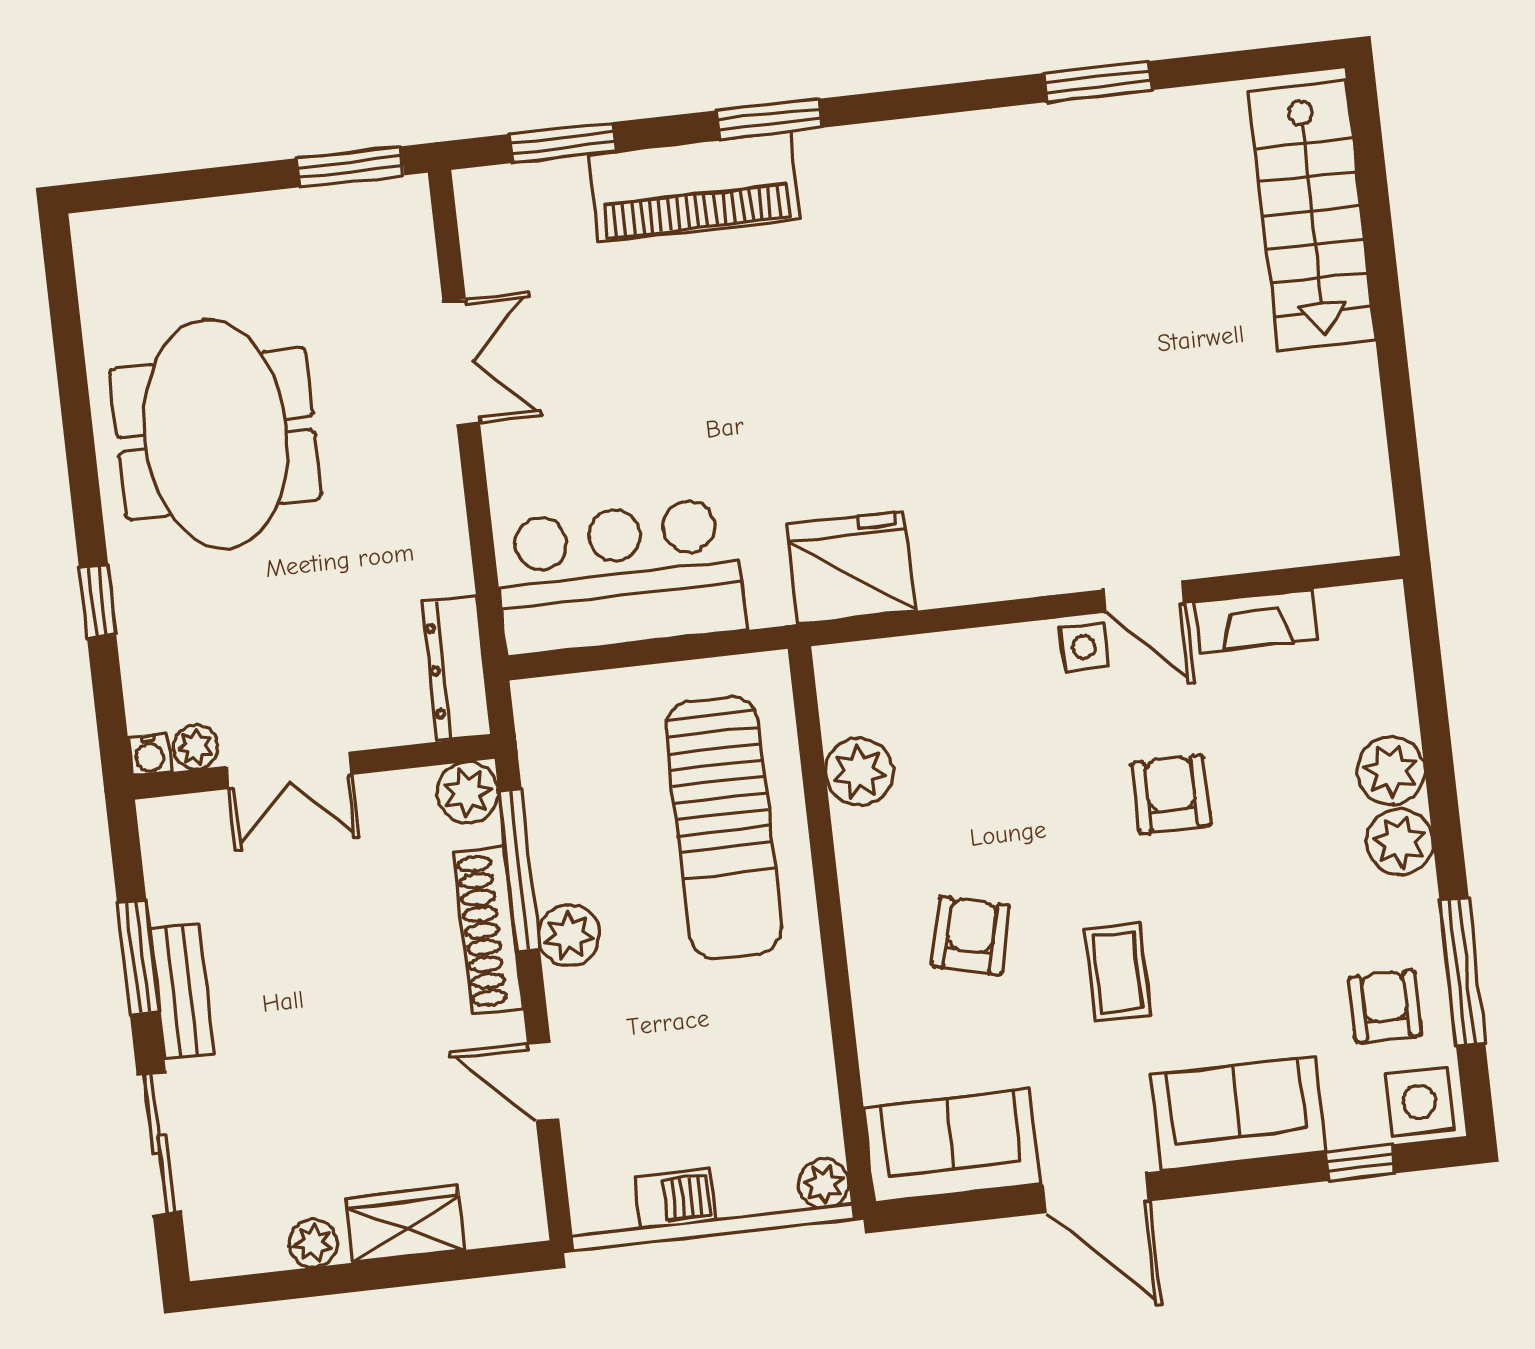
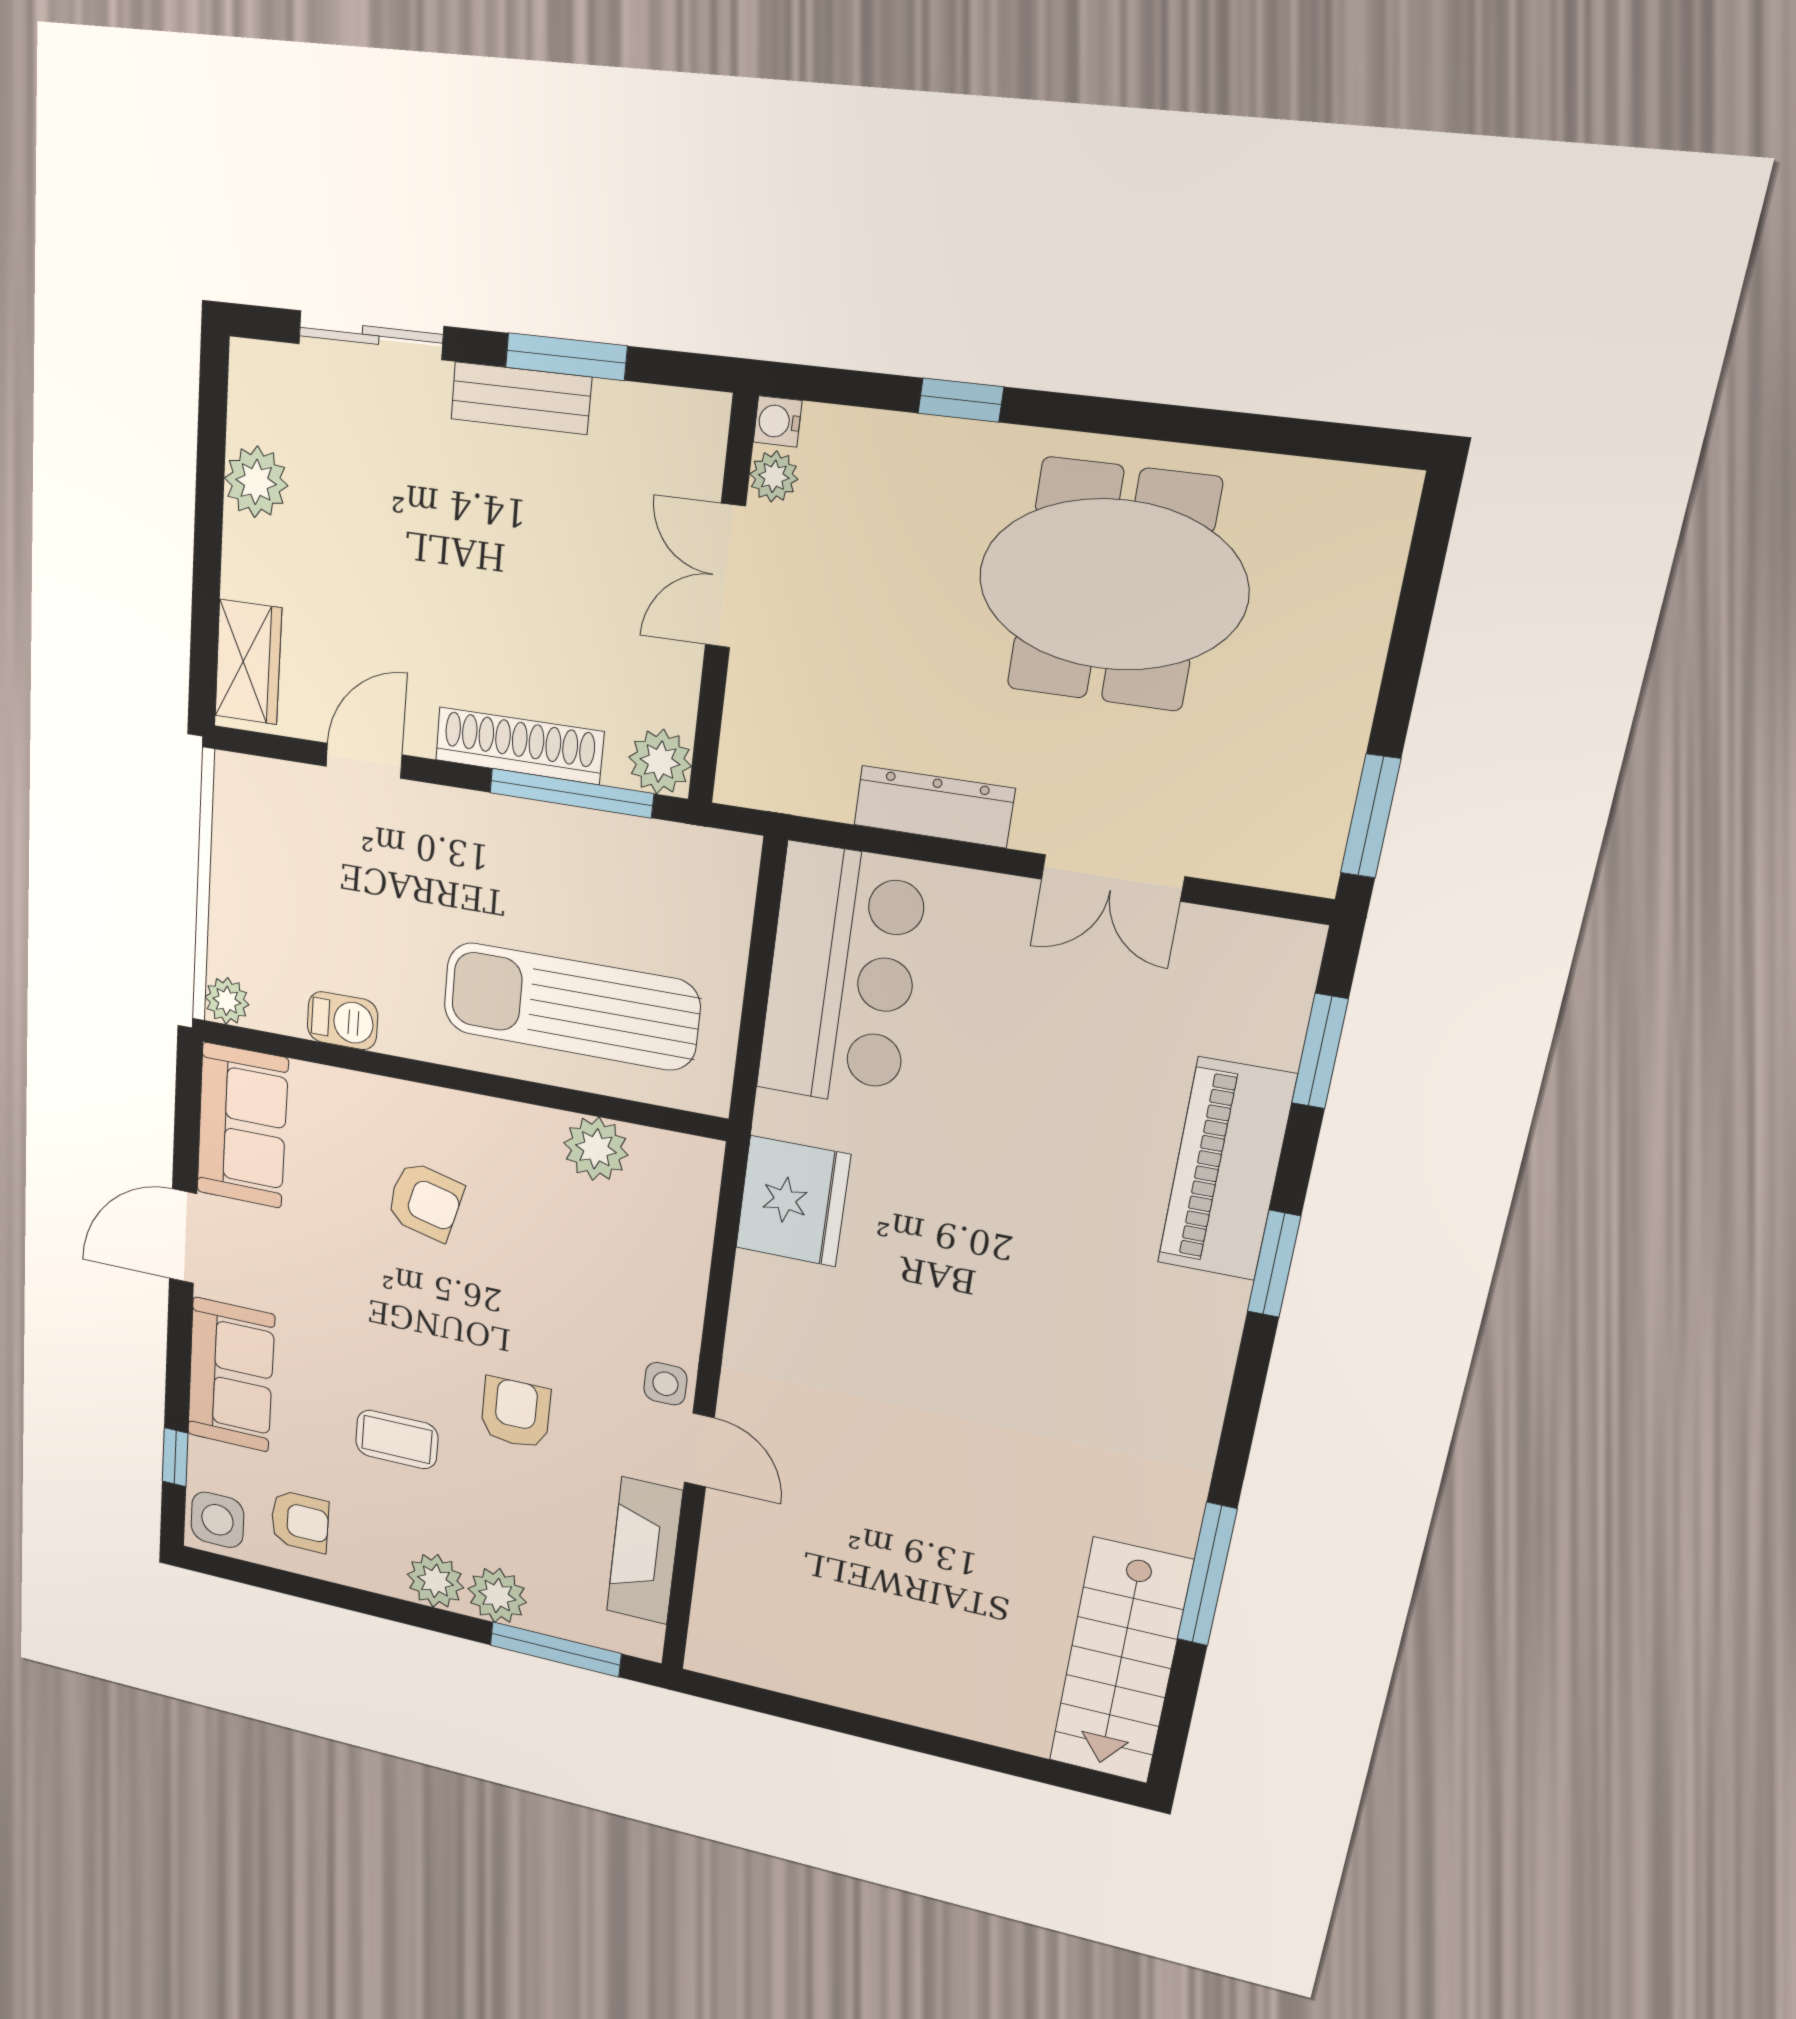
window: (1097, 82) -> (1207, 1575), width x1.44
stairs: (1312, 216) -> (1120, 1662), moved, turned -90
door: (1144, 596) -> (699, 1450), swing flipped
fireplace: (1256, 621) -> (644, 1551), width x1.37, depth x1.32
dresser: (457, 669) -> (934, 807), moved
armchair: (1171, 794) -> (516, 1413), turned -90
plant: (569, 935) -> (498, 826), removed
coffee table: (1118, 972) -> (397, 1439), moved
window: (1462, 972) -> (555, 1649), moved
barbecue: (676, 1199) -> (342, 1021), moved, turned -90
wardrobe: (405, 1224) -> (248, 662), moved
plant: (313, 1243) -> (256, 482), width x1.38, depth x1.38

